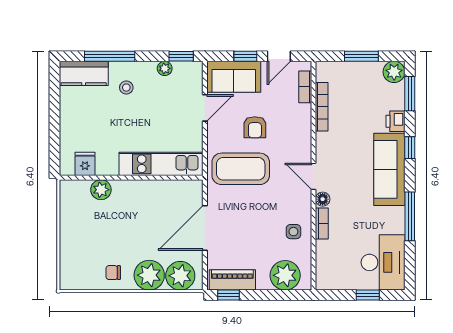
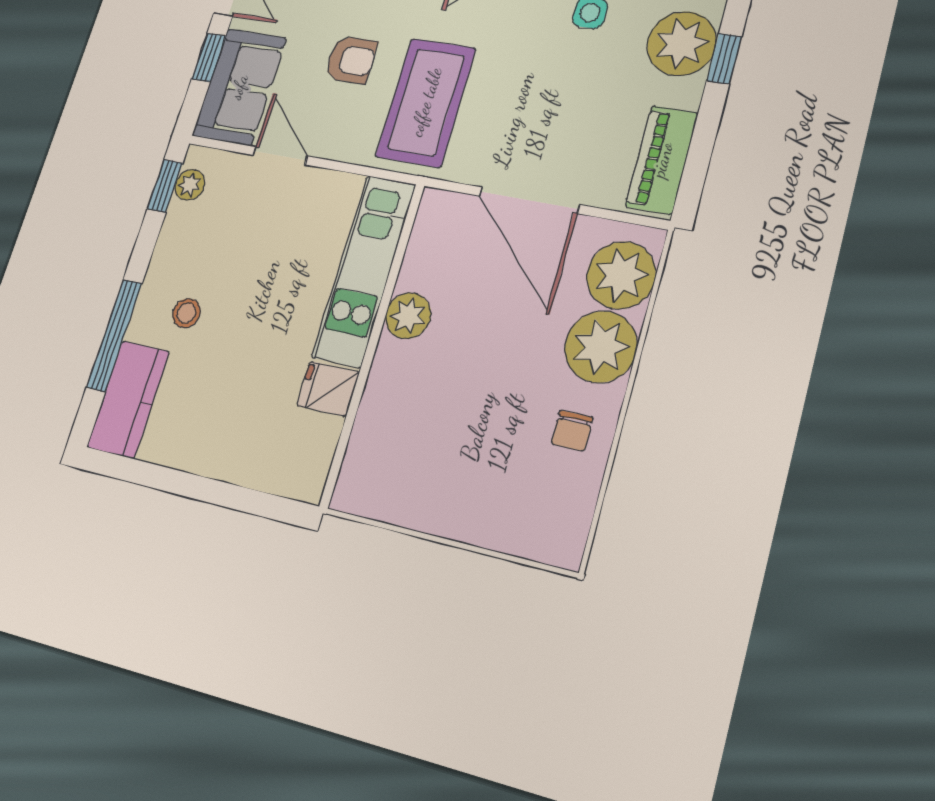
plant: (165, 68) -> (190, 185), moved
fridge: (85, 164) -> (328, 389), moved
plant: (101, 190) -> (408, 316), moved
window: (228, 295) -> (724, 59), moved

